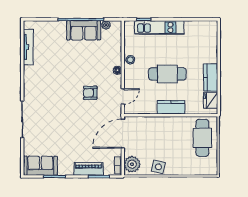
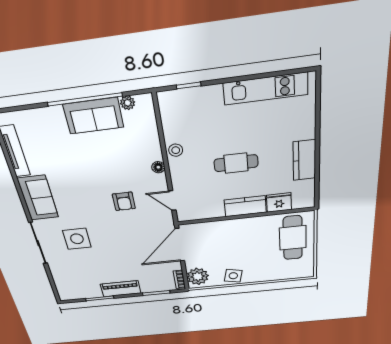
kitchen unit: (159, 27) -> (266, 89), moved
cafe table: (167, 74) -> (236, 163), width x0.73, depth x0.74
armchair: (90, 93) -> (124, 201), turned -90
door: (123, 96) -> (172, 201), swing flipped
fridge: (211, 100) -> (279, 202), moved, turned 90
side table: (51, 119) -> (77, 239), added
sofa: (40, 166) -> (38, 198), moved, turned 90
piano: (89, 169) -> (121, 289), moved

